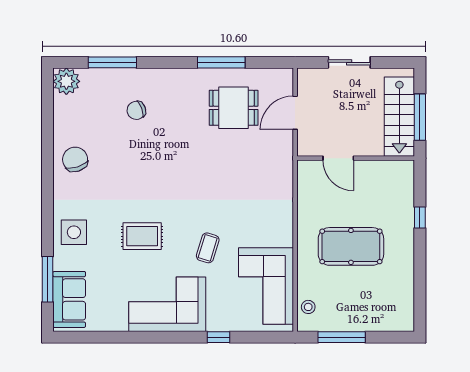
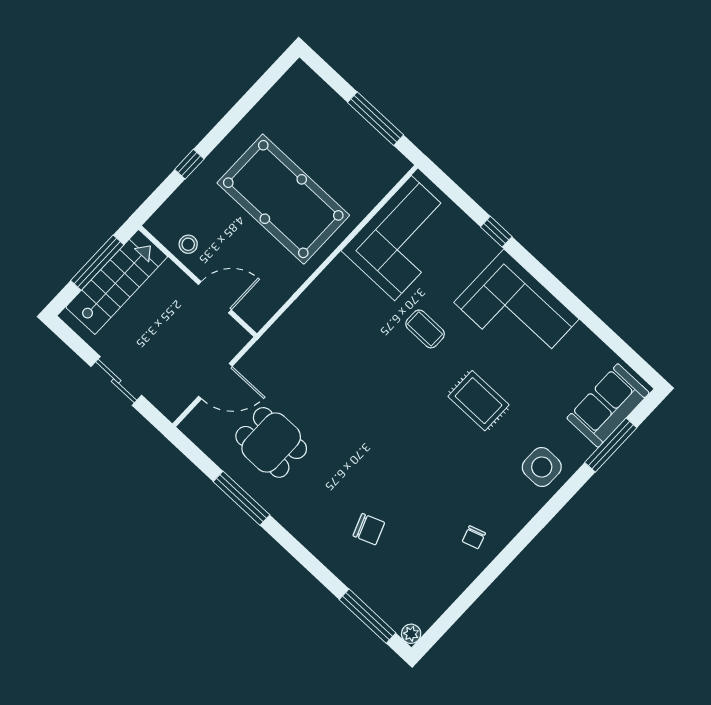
window: (112, 62) -> (368, 616), moved
plant: (66, 81) -> (411, 634), width x0.53, depth x0.53
door: (338, 158) -> (215, 297), hinge flipped
chair: (75, 159) -> (474, 537), width x0.54, depth x0.54
pool table: (351, 246) -> (283, 199), width x1.36, depth x1.32
coffee table: (208, 248) -> (425, 329), turned 73
stool: (308, 307) -> (188, 244), moved

